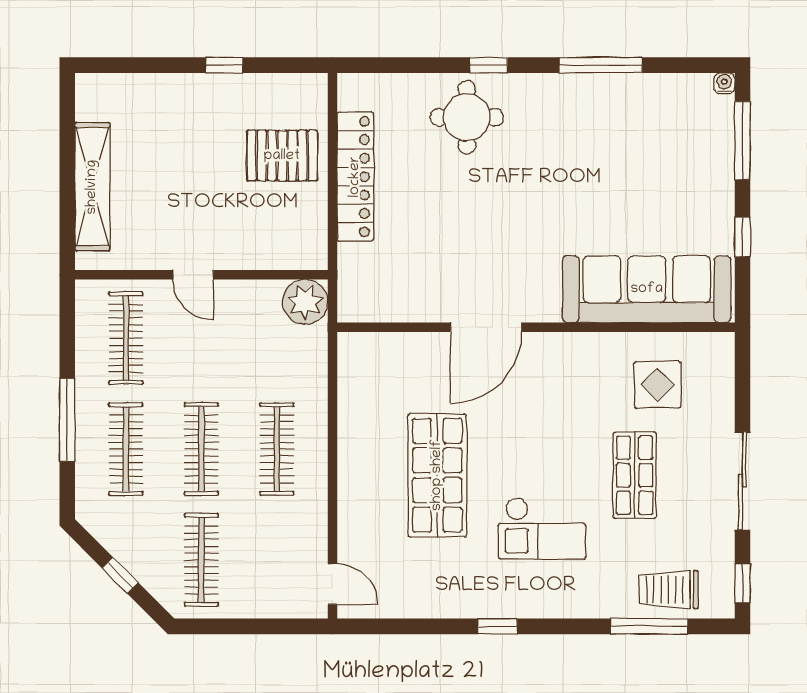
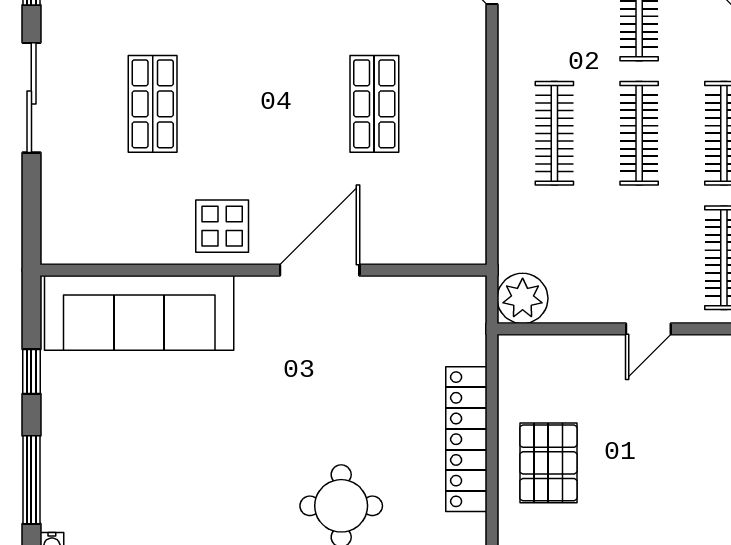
pallet: (282, 156) -> (548, 463), turned 90
door: (193, 275) -> (648, 329), swing flipped
display table: (658, 385) -> (222, 226), moved
shop shelf: (437, 475) -> (374, 104), width x0.70, depth x0.74
checkout: (542, 529) -> (257, 44), removed

